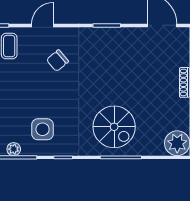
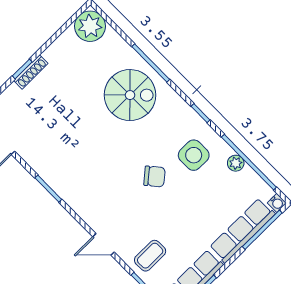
chair: (57, 61) -> (154, 176), moved
spiral stairs: (114, 127) -> (130, 95), turned 90

